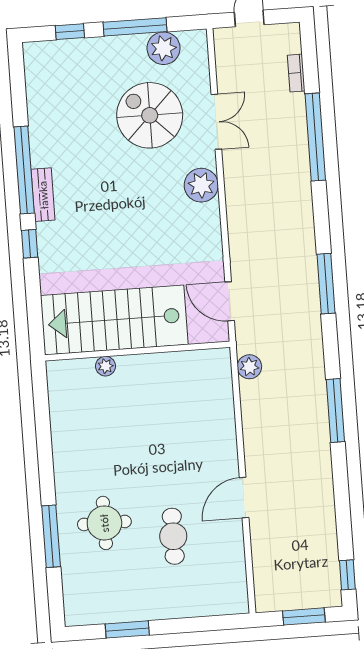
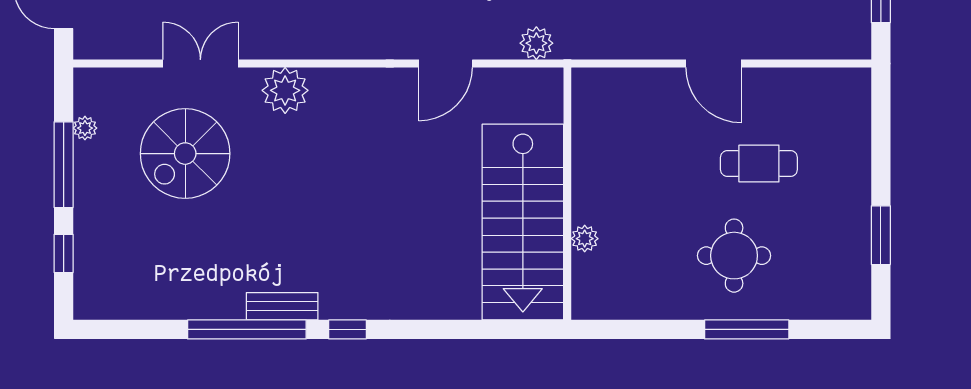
plant: (164, 48) -> (85, 128), width x0.53, depth x0.53
stairs: (114, 320) -> (523, 222), moved
wall: (137, 351) -> (567, 194), moved
plant: (105, 366) -> (585, 239), moved

